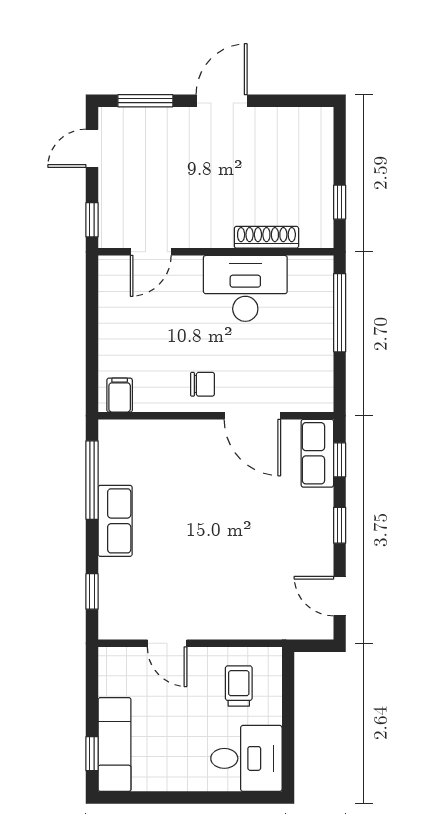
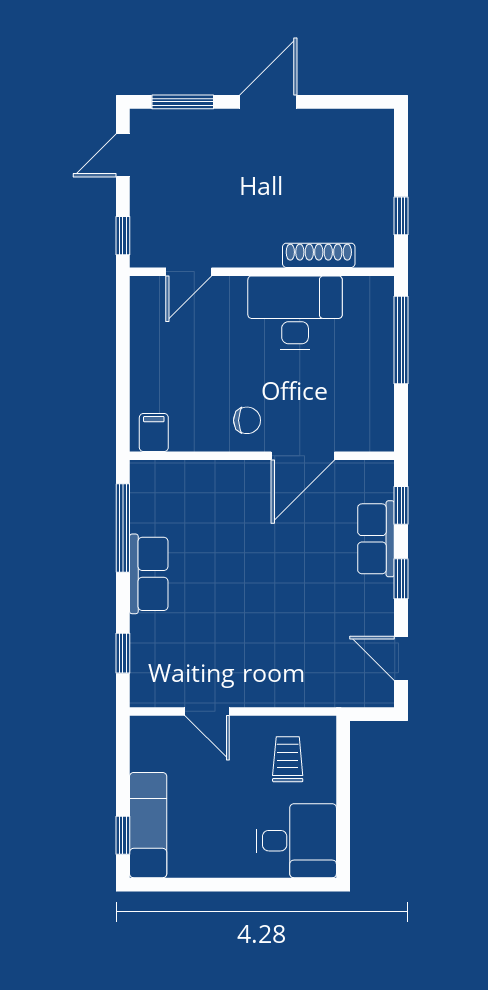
door: (252, 416) -> (303, 456), hinge flipped
row of seats: (317, 453) -> (376, 539), moved

